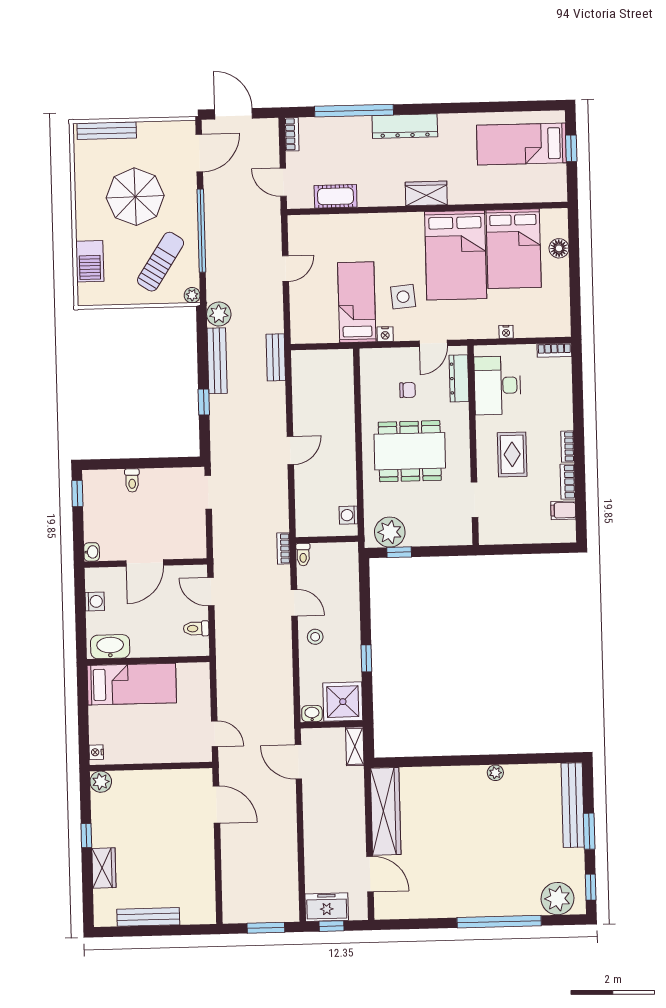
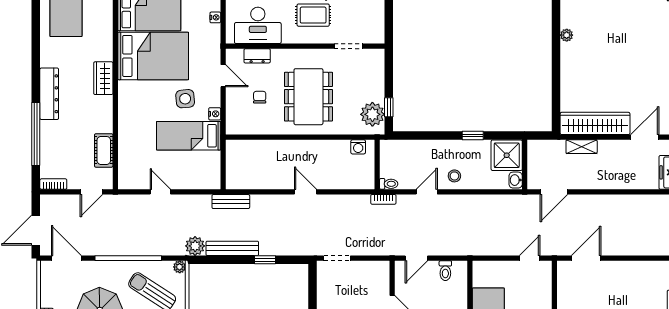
dresser: (459, 378) -> (257, 56), width x0.70
shelving: (355, 746) -> (582, 147), moved

